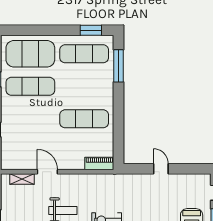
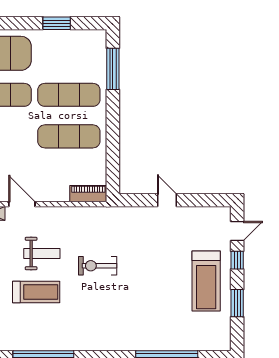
window: (91, 30) -> (57, 23), moved
exercise mat: (84, 54) -> (69, 95), moved

